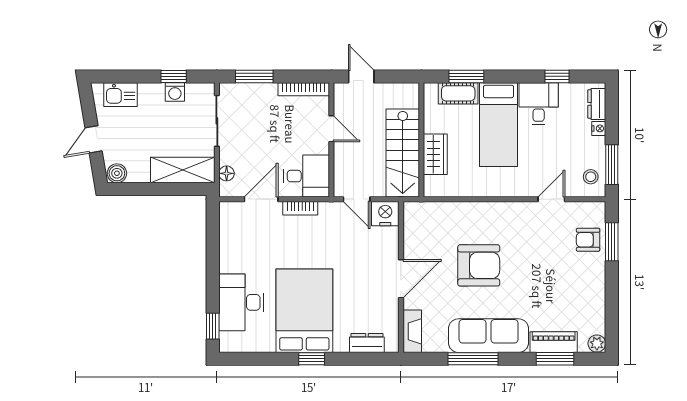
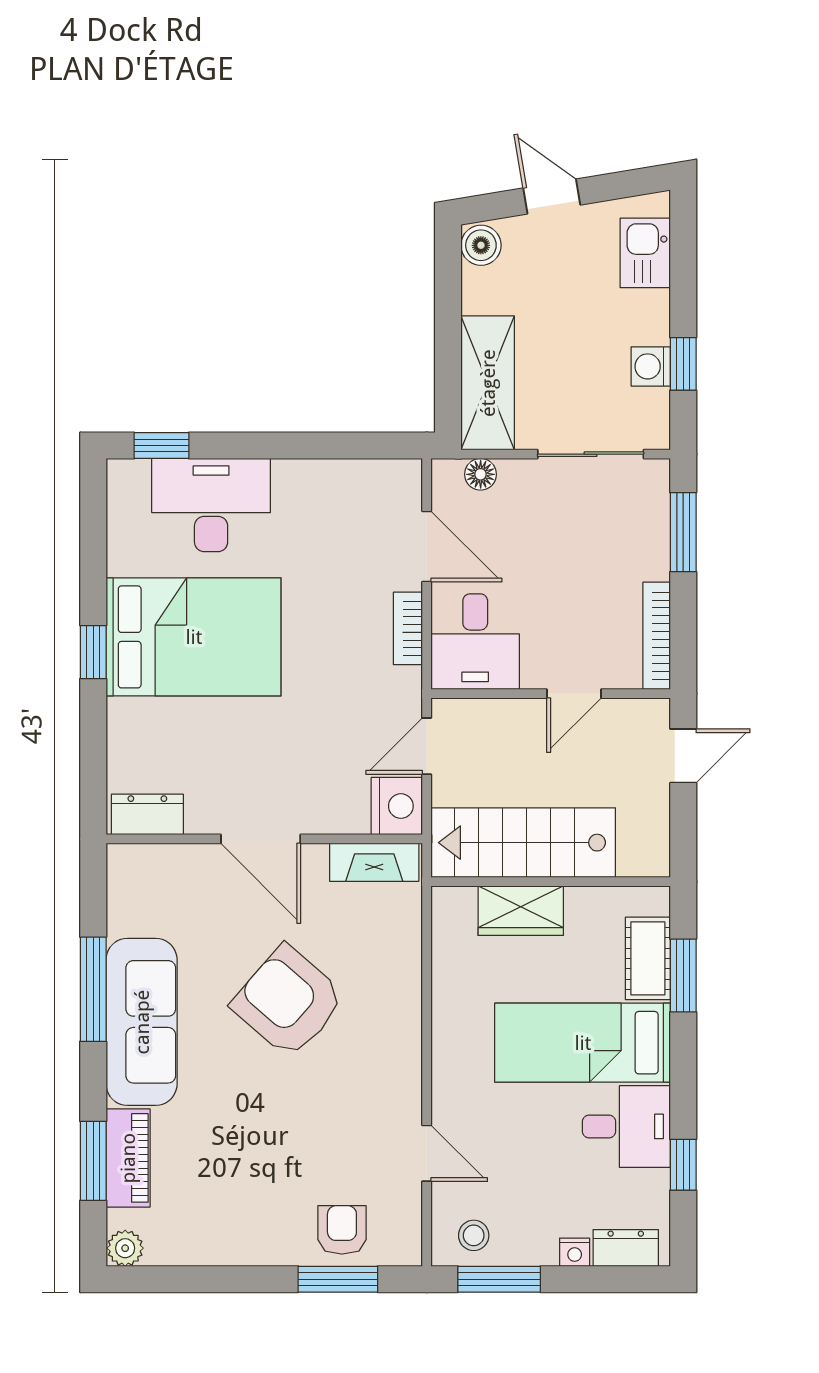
armchair: (479, 265) -> (288, 1002), turned 131
fireplace: (412, 331) -> (374, 862), moved
dresser: (367, 343) -> (147, 814), moved, turned -90

